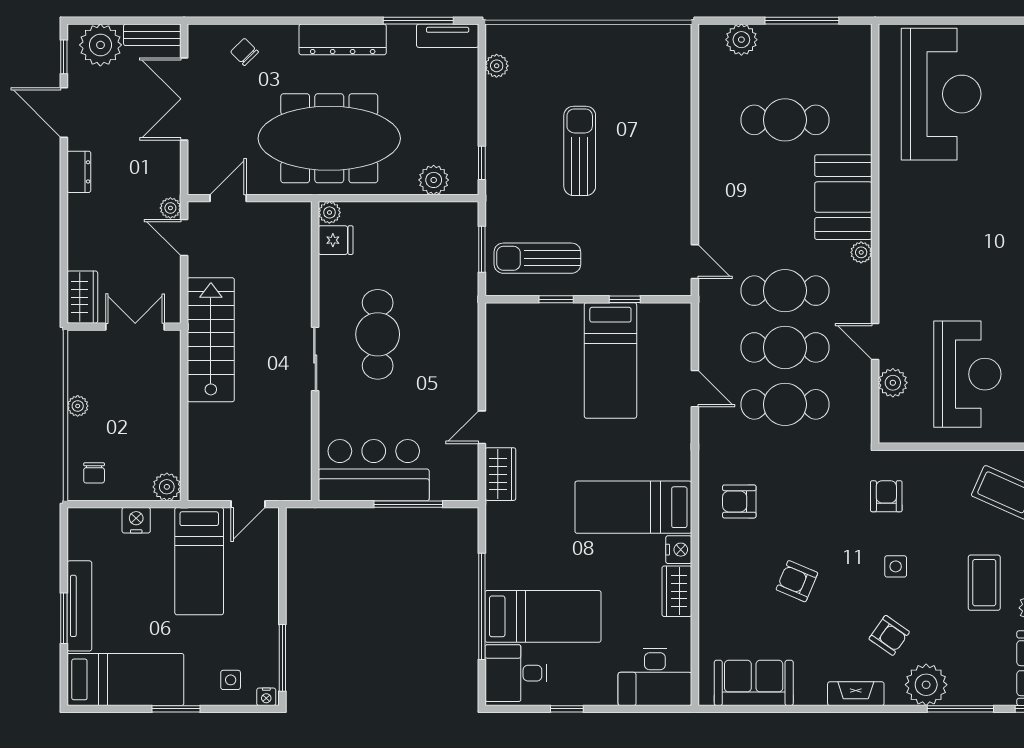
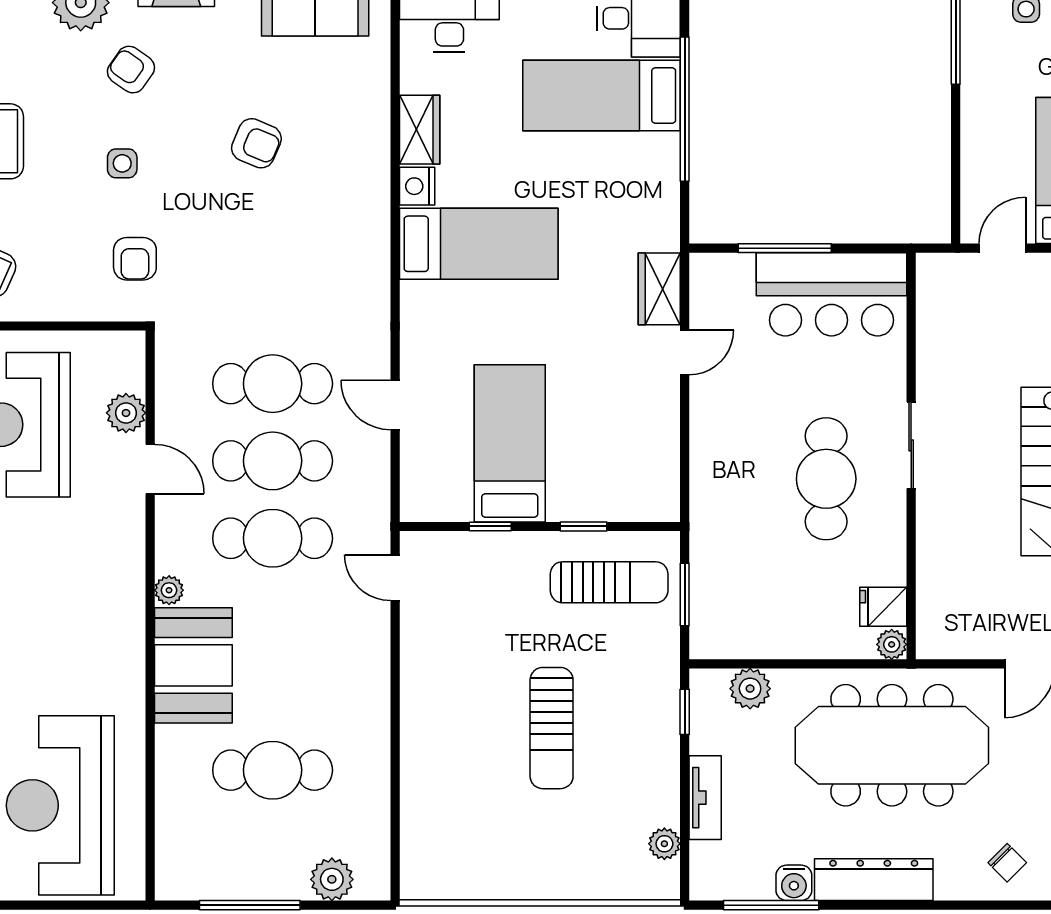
tv unit: (448, 36) -> (705, 798), moved, turned 90
water cooler: (401, 37) -> (794, 883), added
armchair: (739, 501) -> (335, 252), removed

